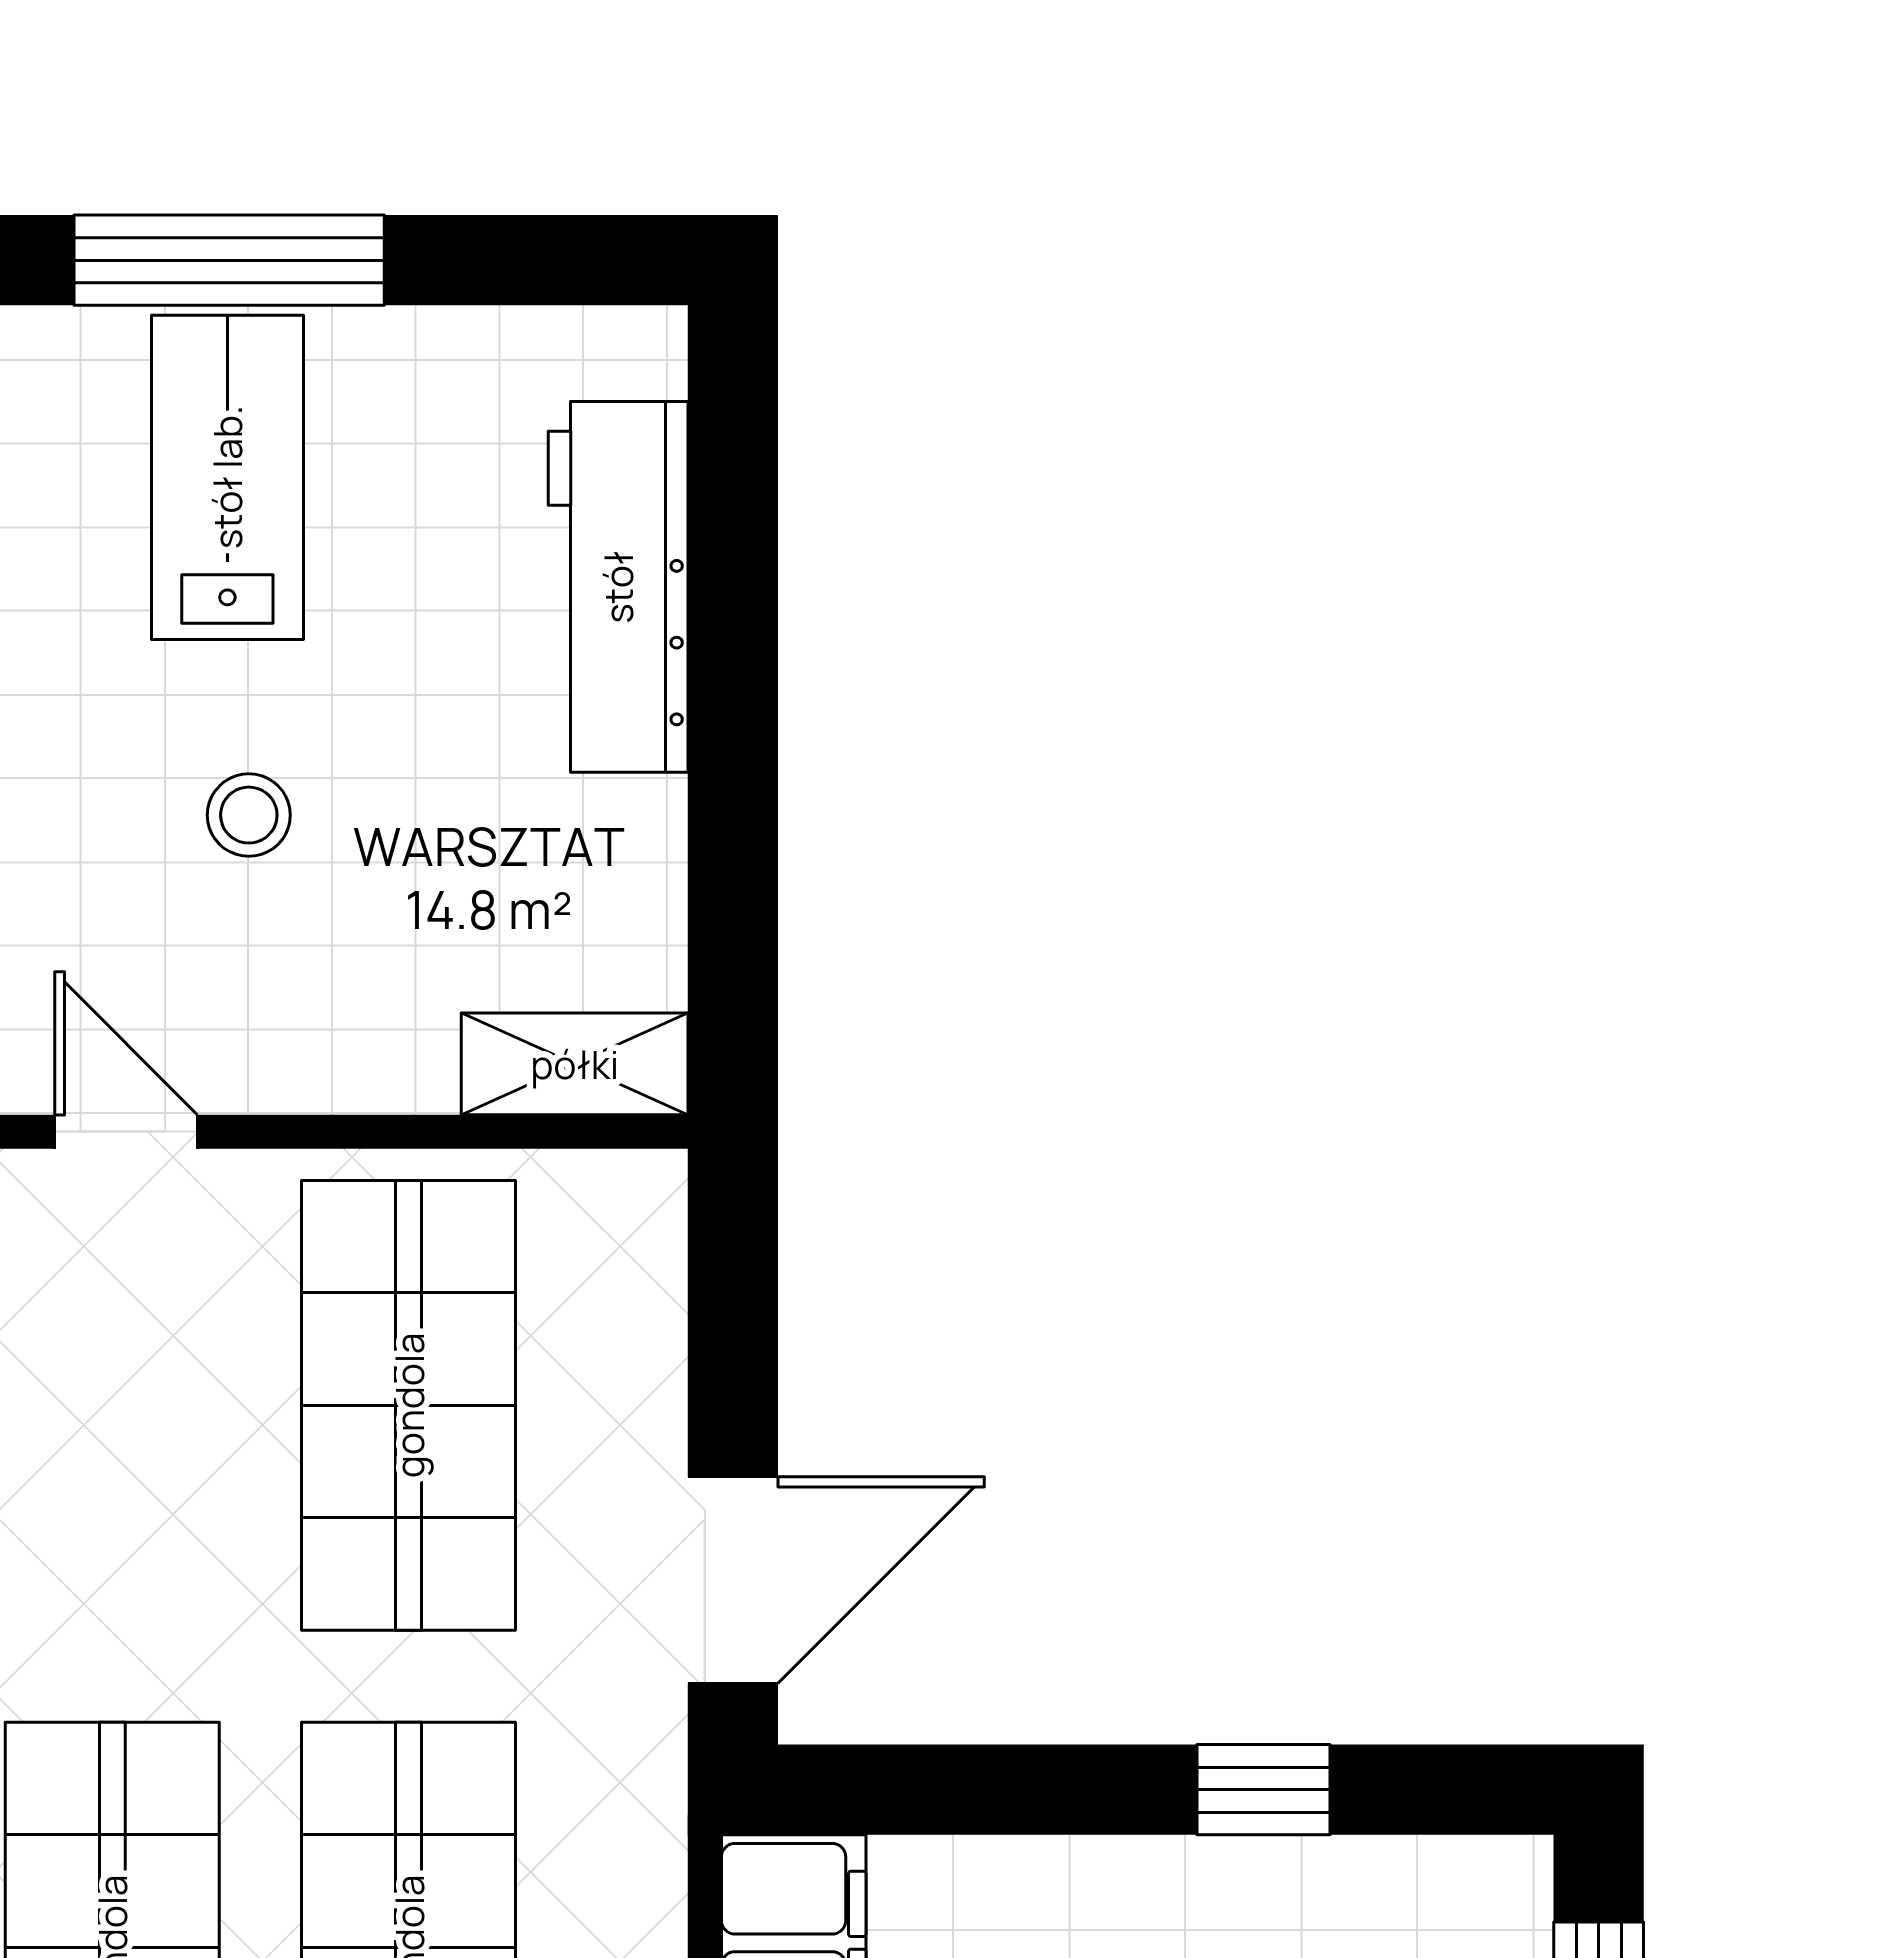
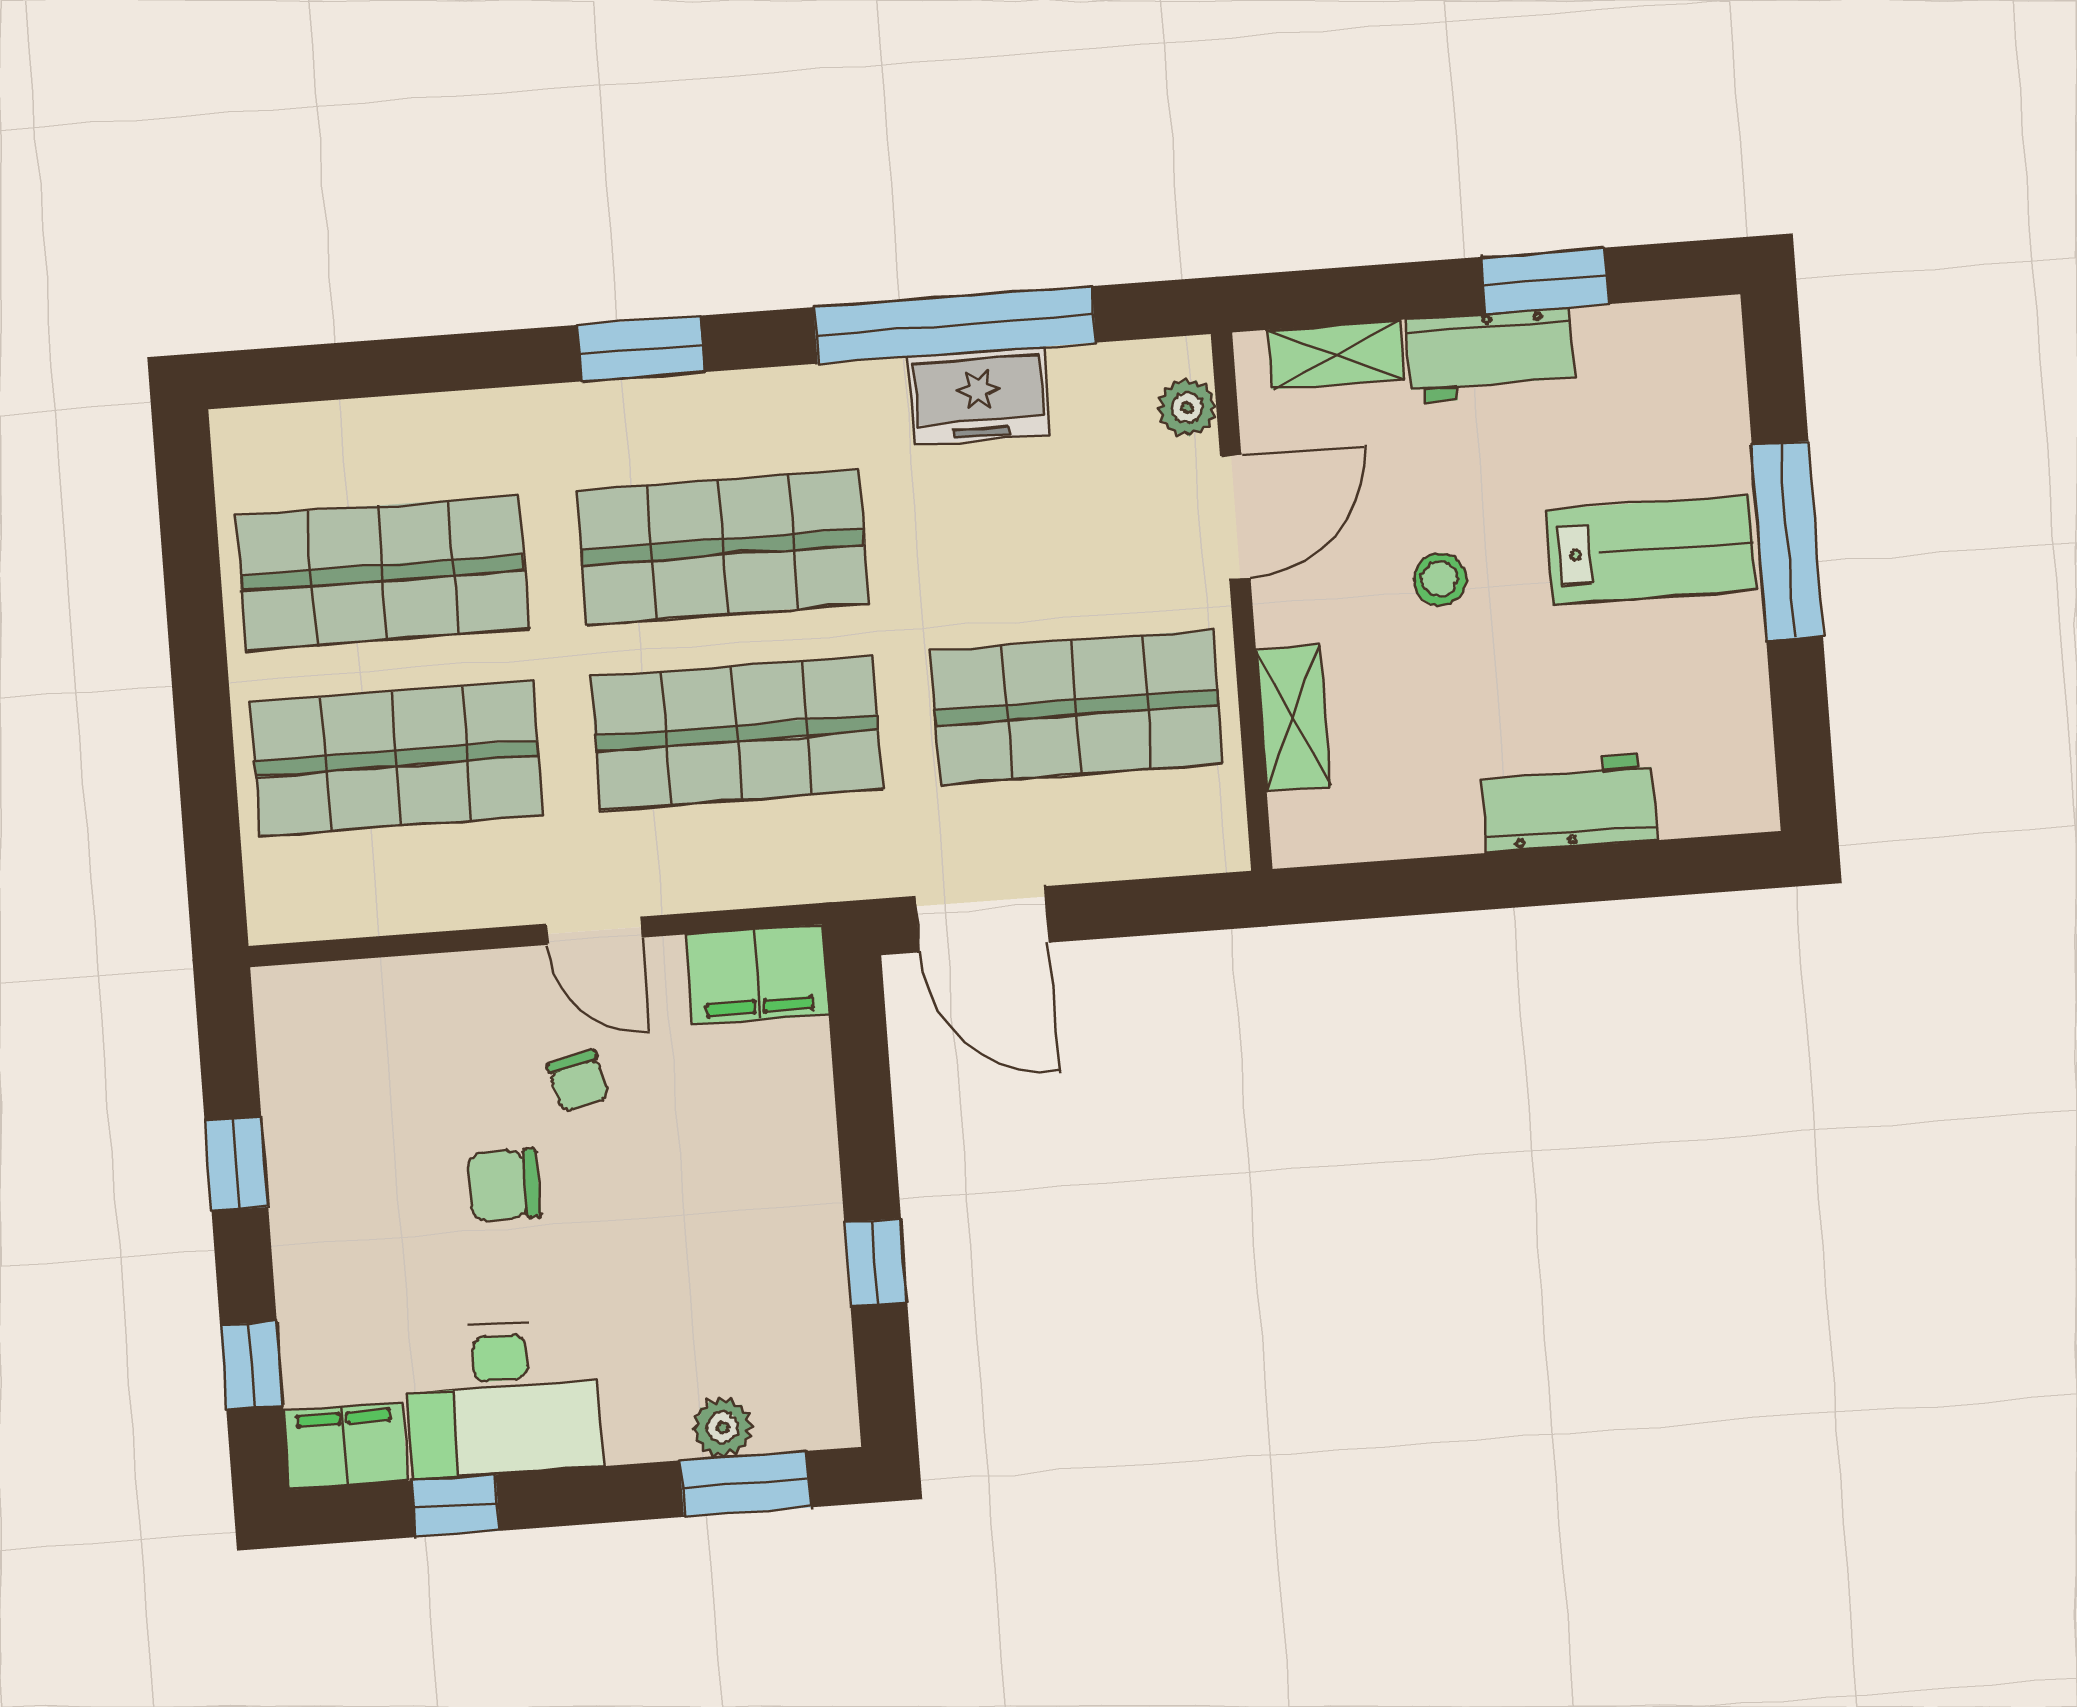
workbench: (618, 587) -> (1569, 803), width x0.73
shelving: (575, 1064) -> (1293, 718), moved
door: (126, 1132) -> (1235, 517), width x1.38

